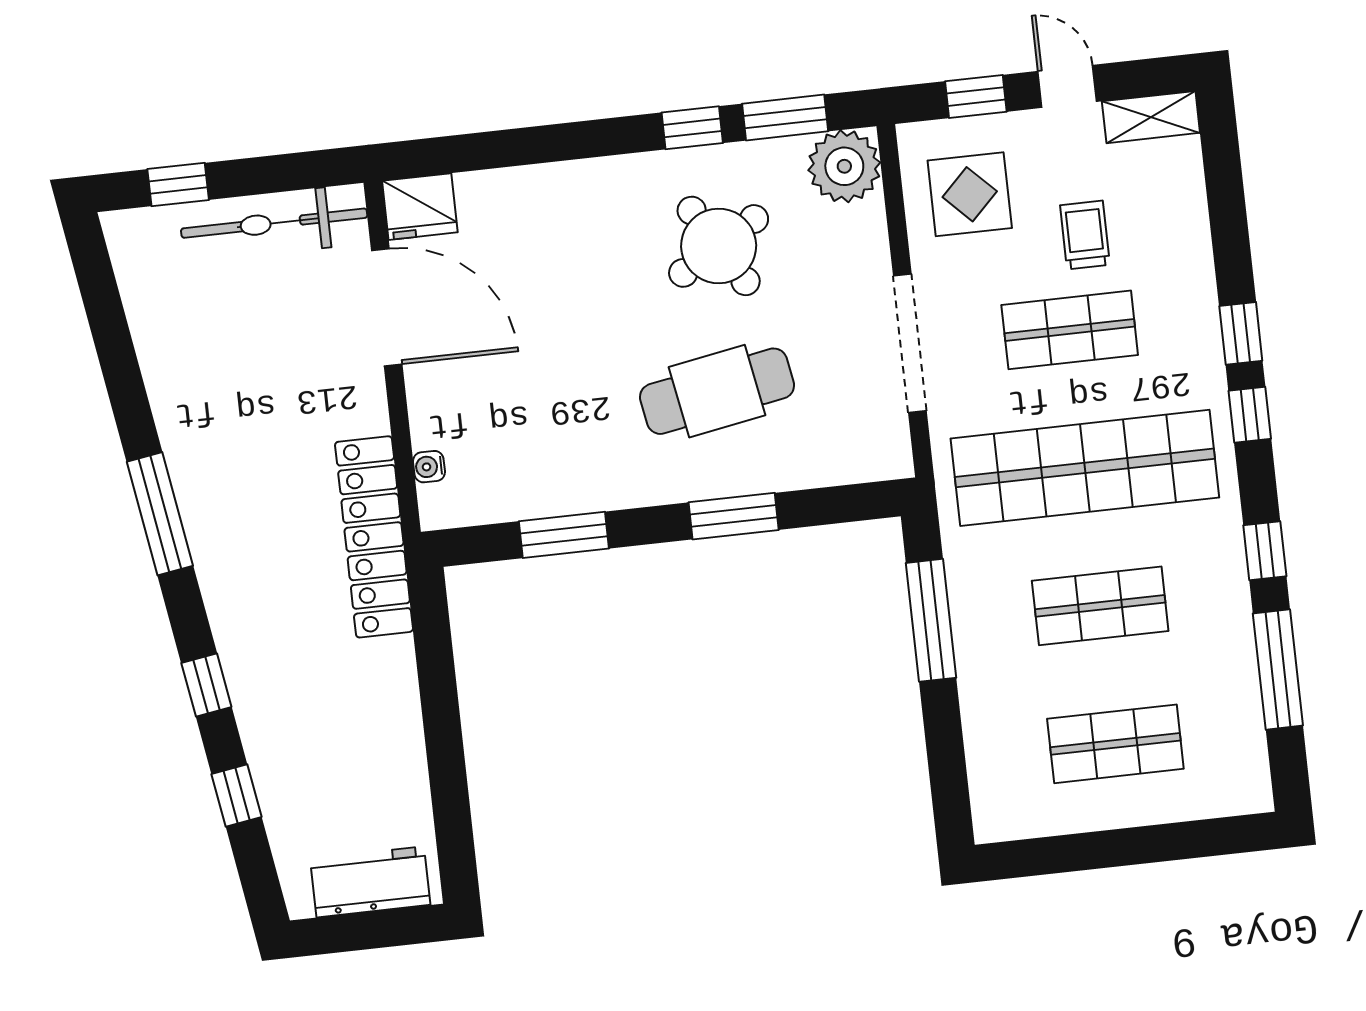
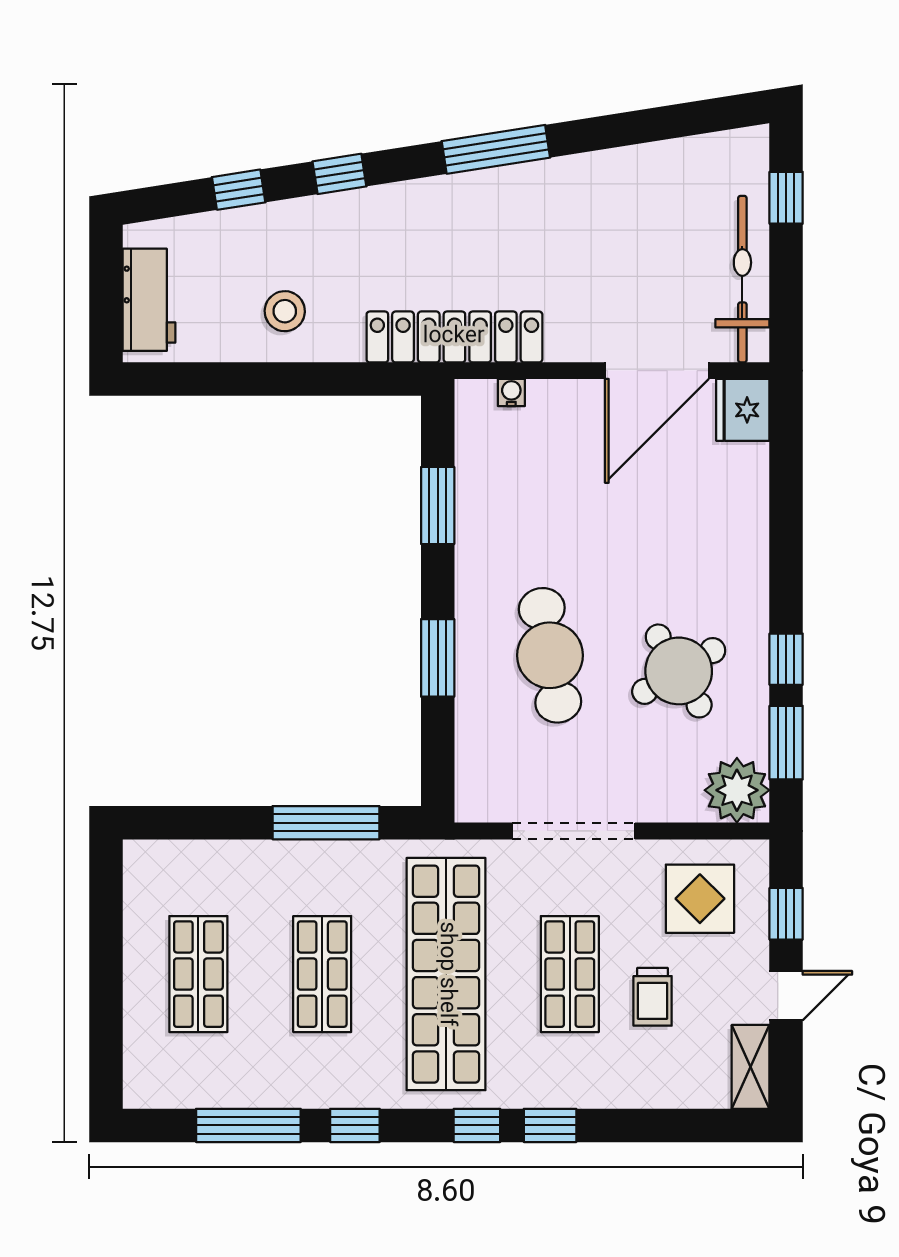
trolley: (1085, 235) -> (653, 997), turned 90
stool: (366, 729) -> (285, 311), added

